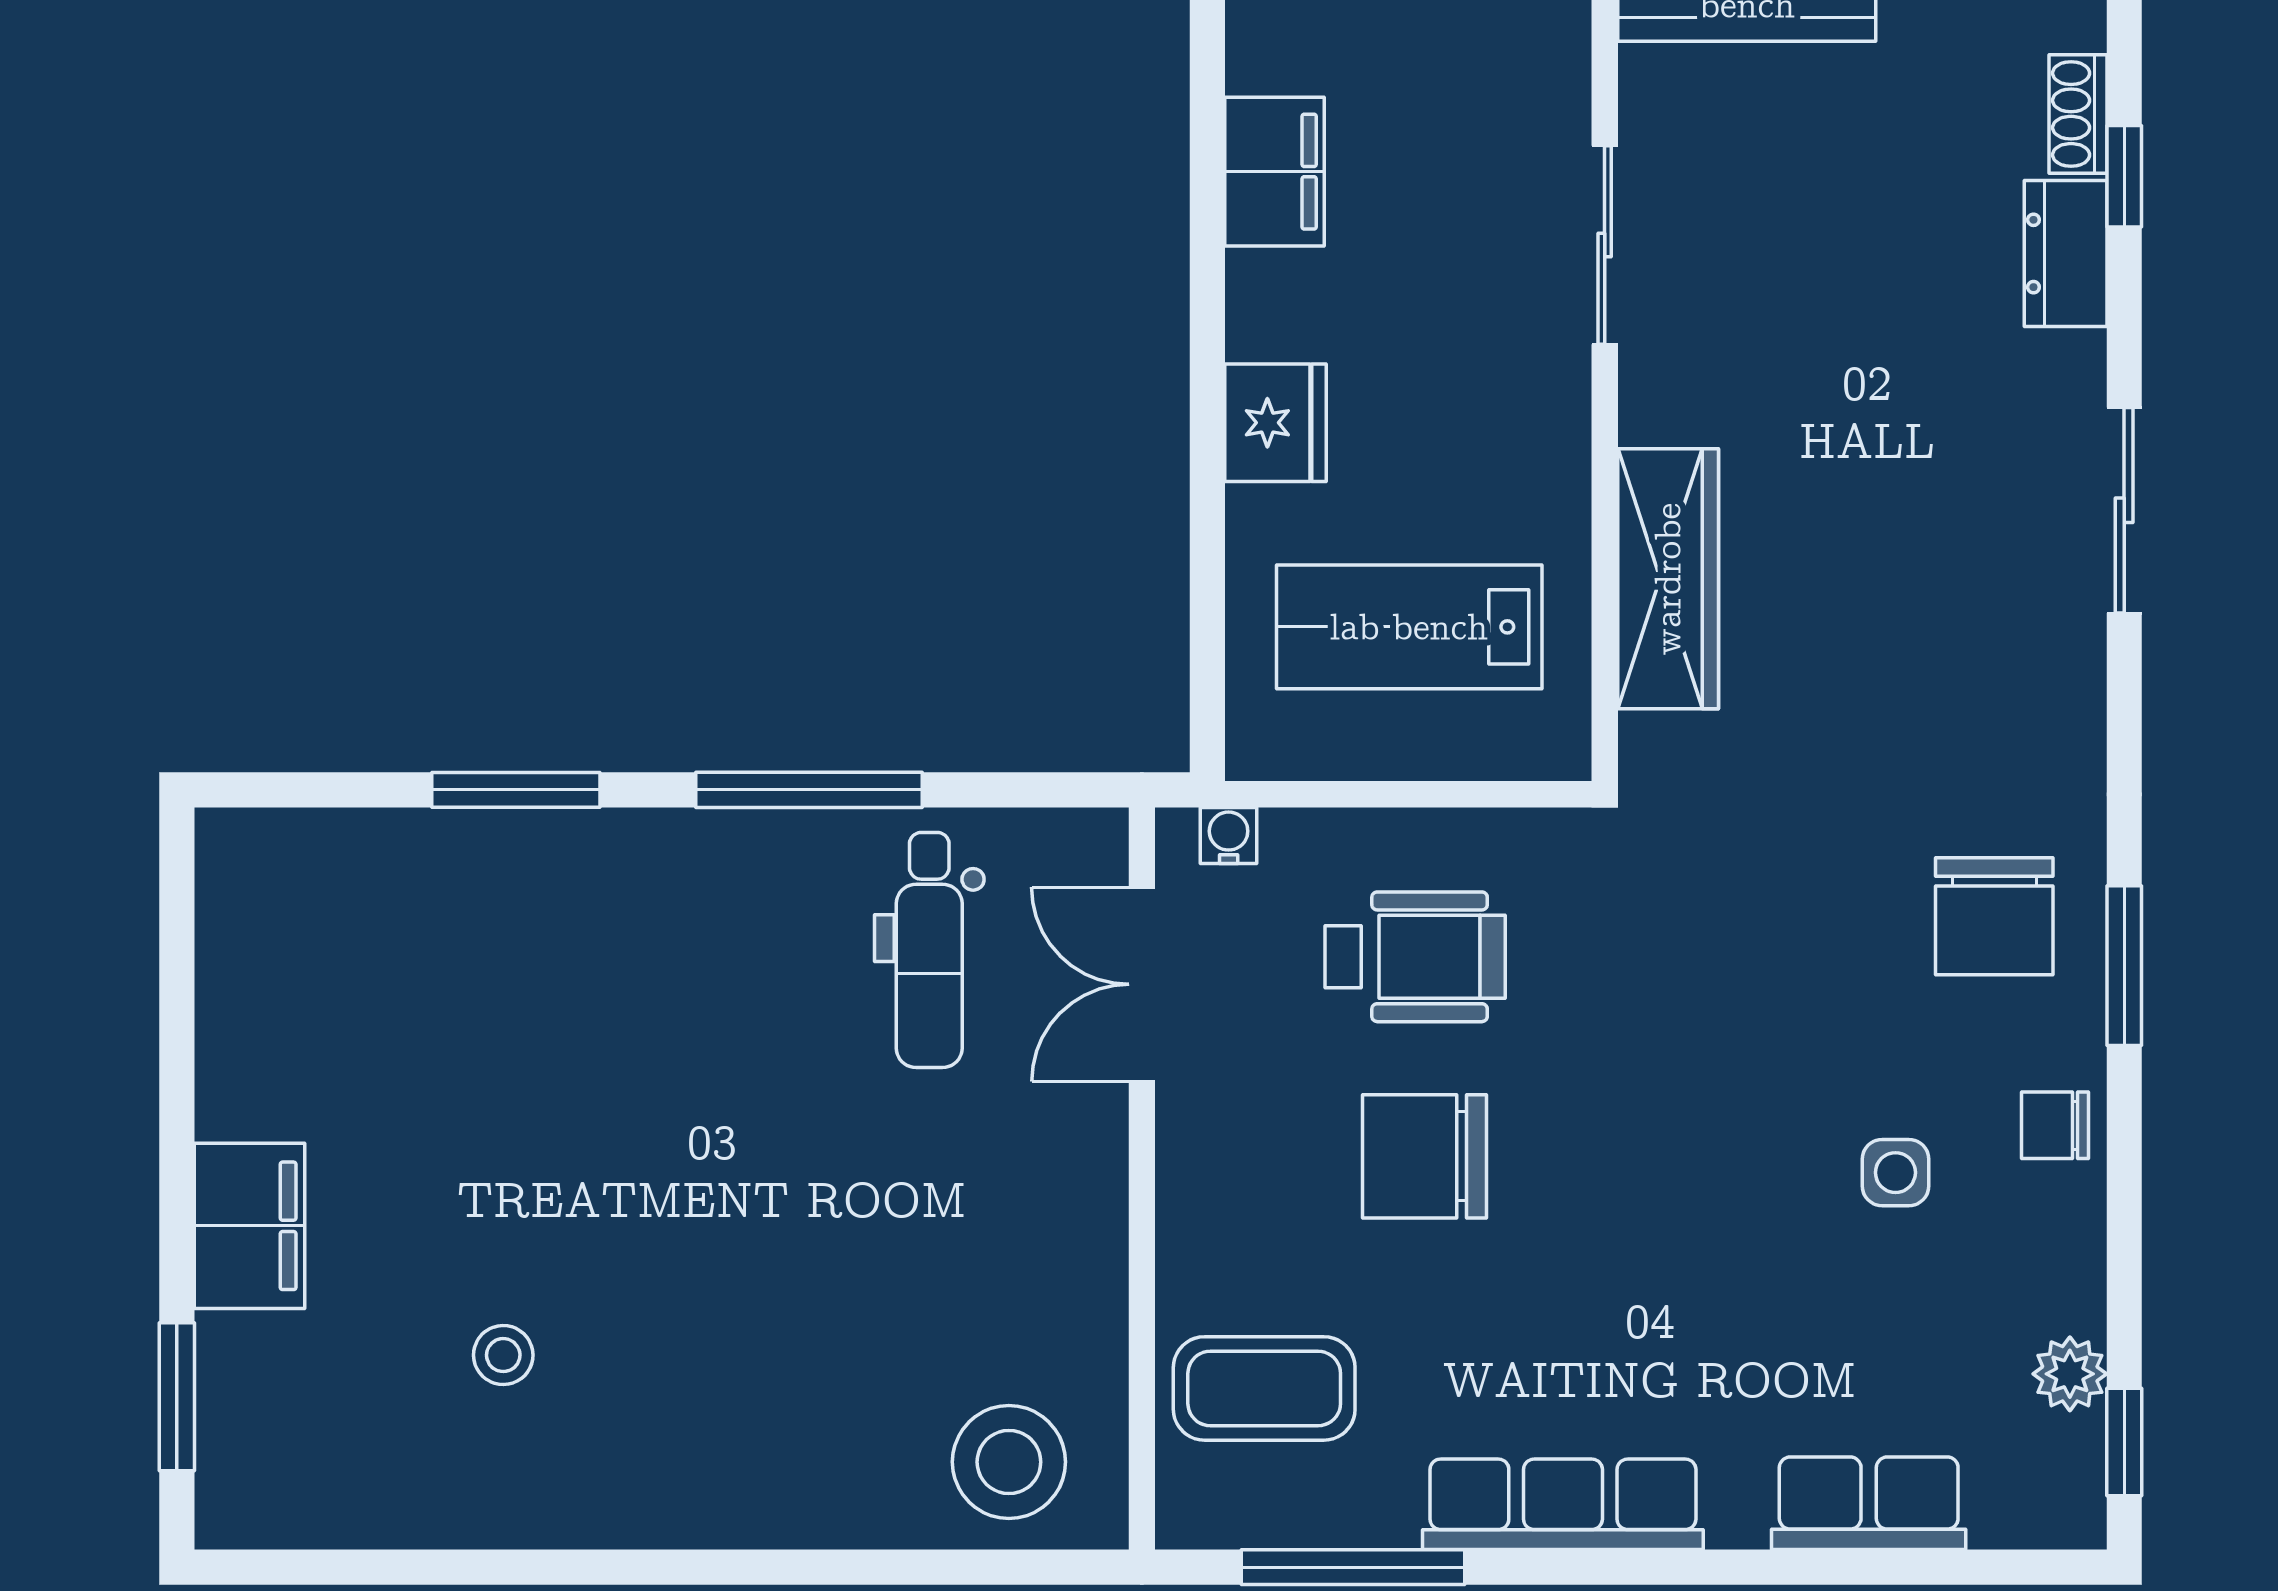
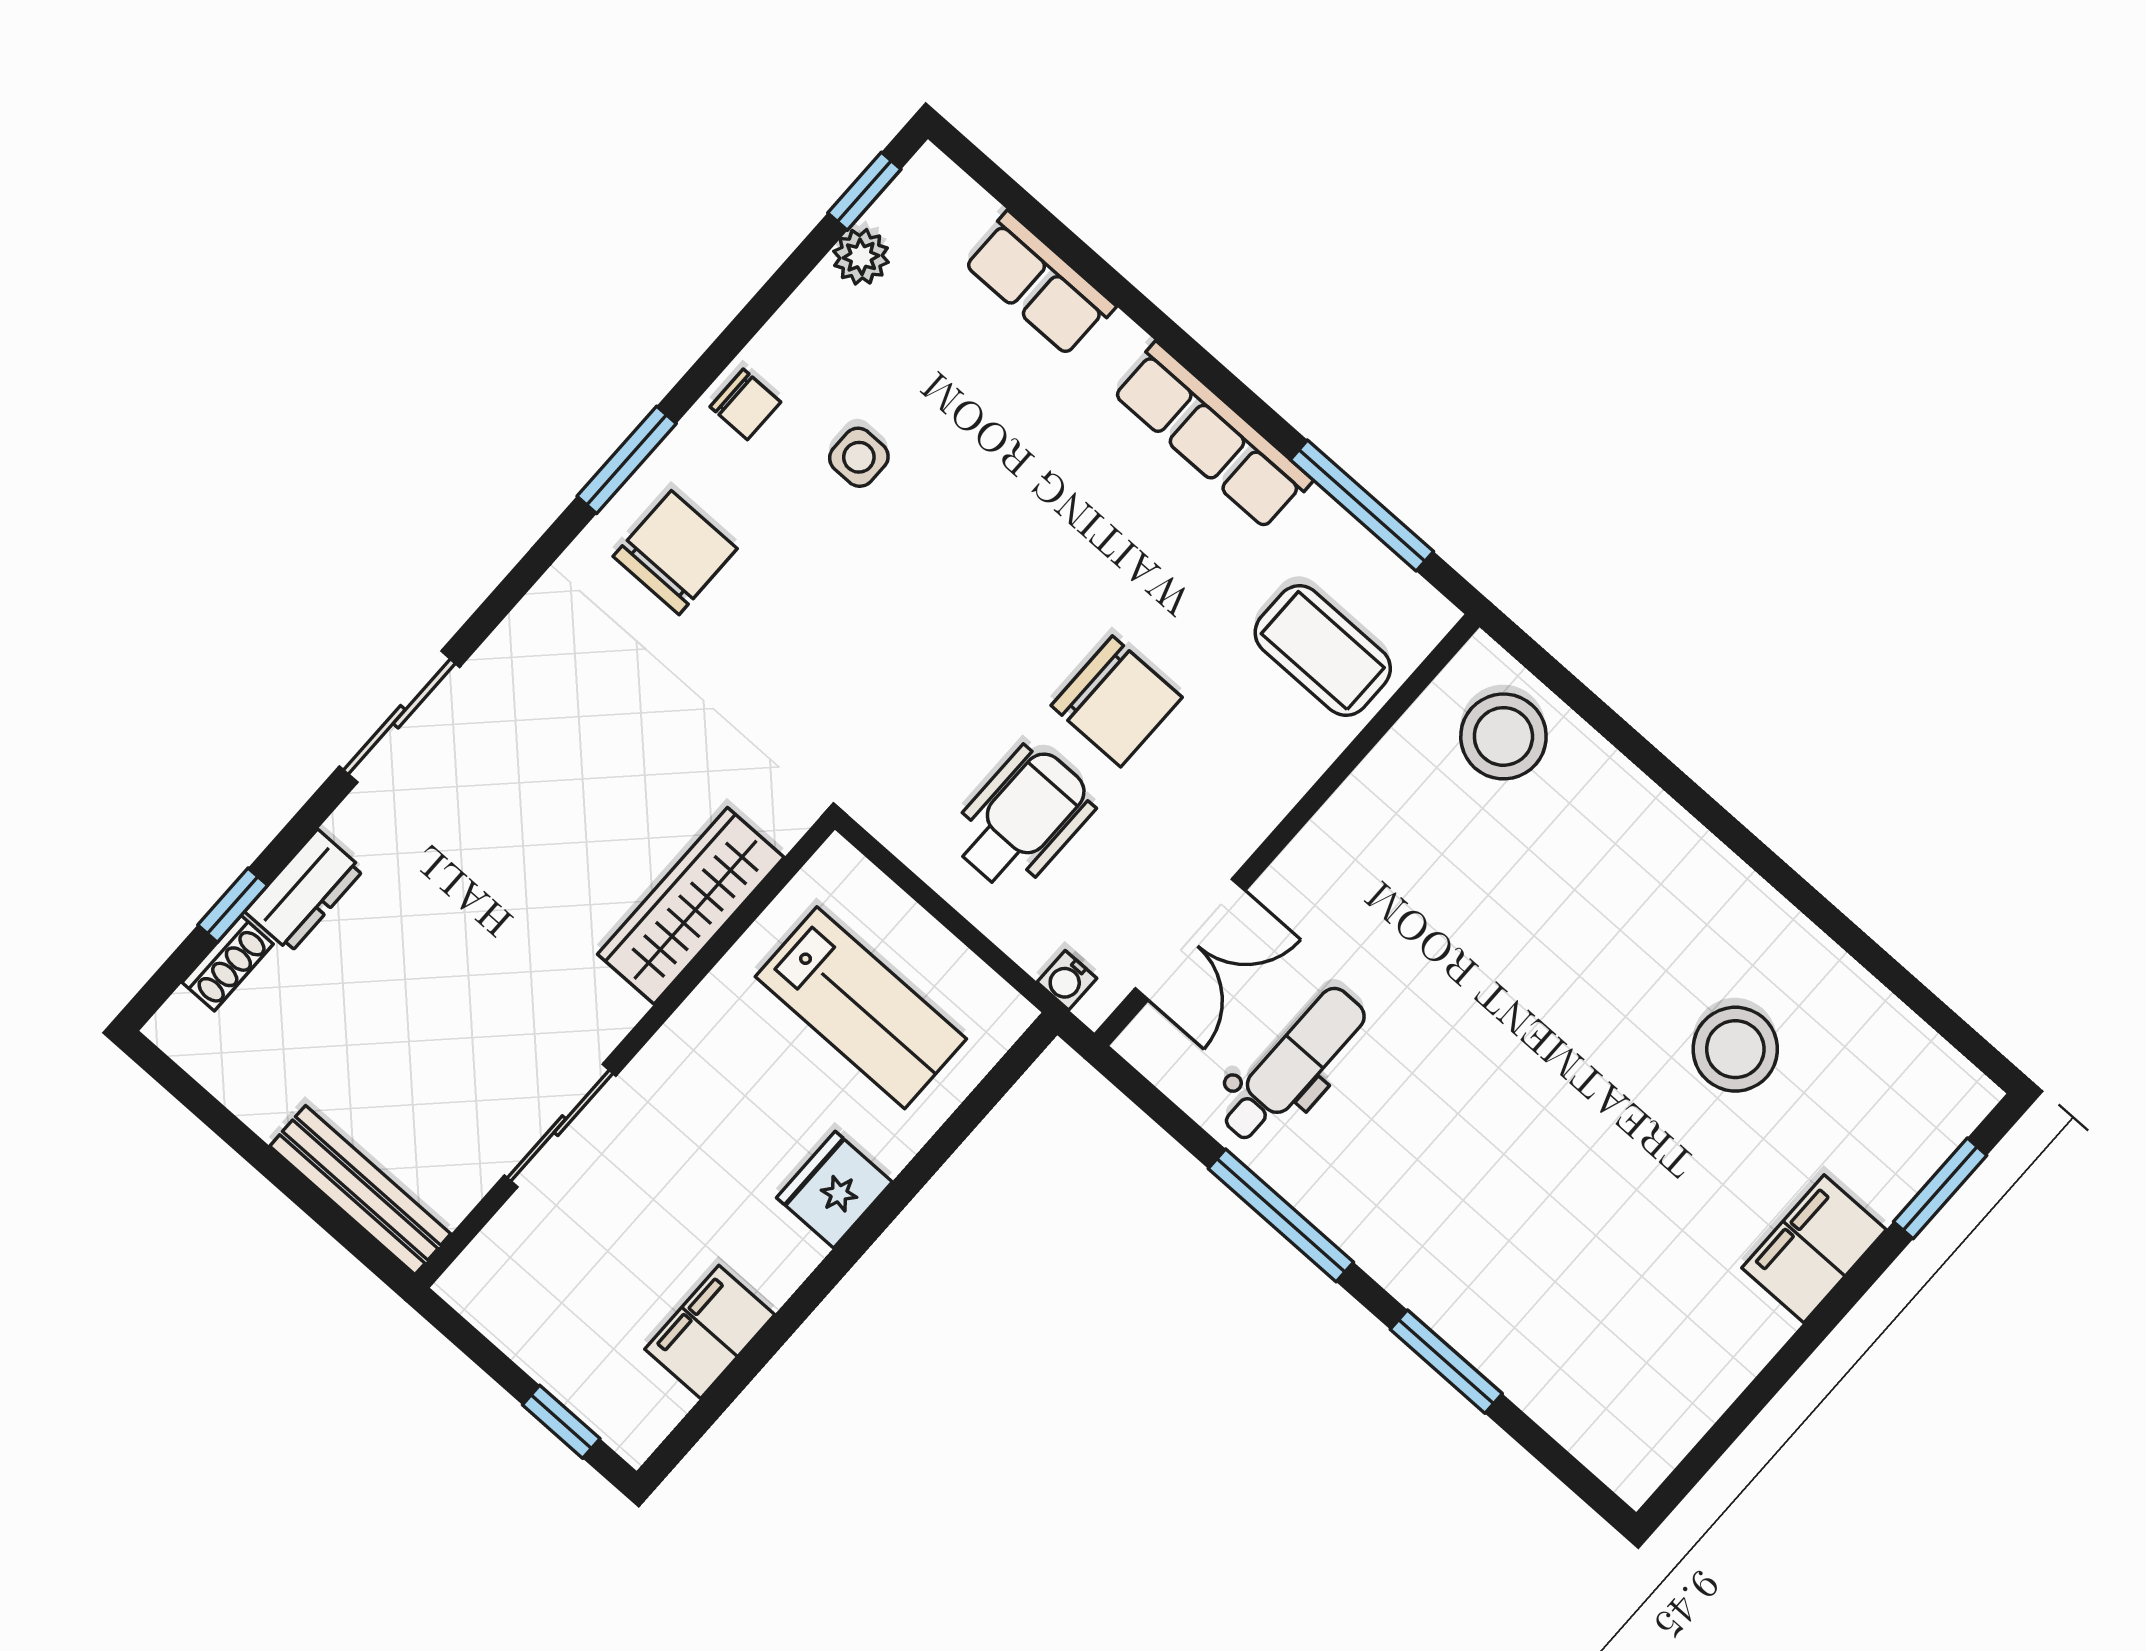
wheelchair: (1415, 957) -> (1022, 819), turned 90
stool: (503, 1355) -> (1735, 1049), width x1.89, depth x1.89

